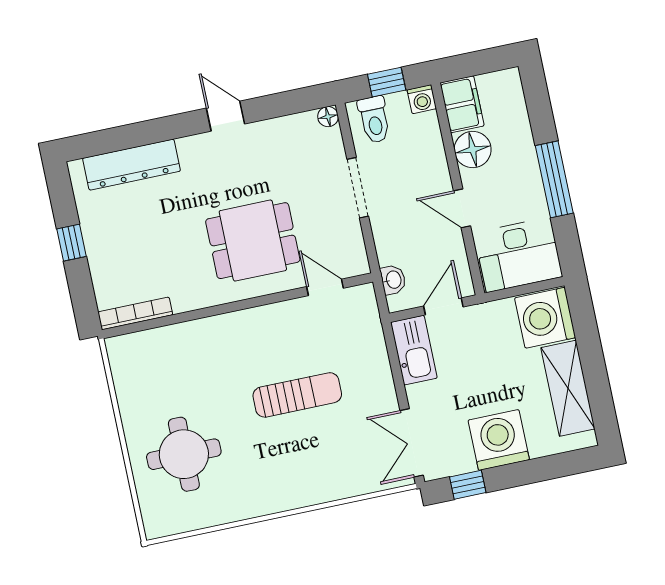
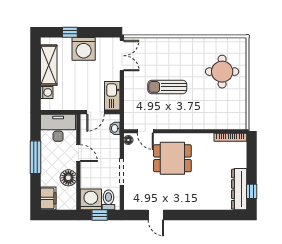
washing machine: (422, 99) -> (91, 199), width x1.89, depth x1.89
filing cabinet: (462, 104) -> (48, 198), moved, turned 180
door: (225, 116) -> (156, 215), moved
floor lamp: (328, 117) -> (128, 140), moved
dresser: (131, 165) -> (239, 189), moved, turned -90
window: (71, 243) -> (252, 191), moved
washing machine: (545, 318) -> (47, 92), width x0.53, depth x0.53
window: (468, 485) -> (70, 32), moved

